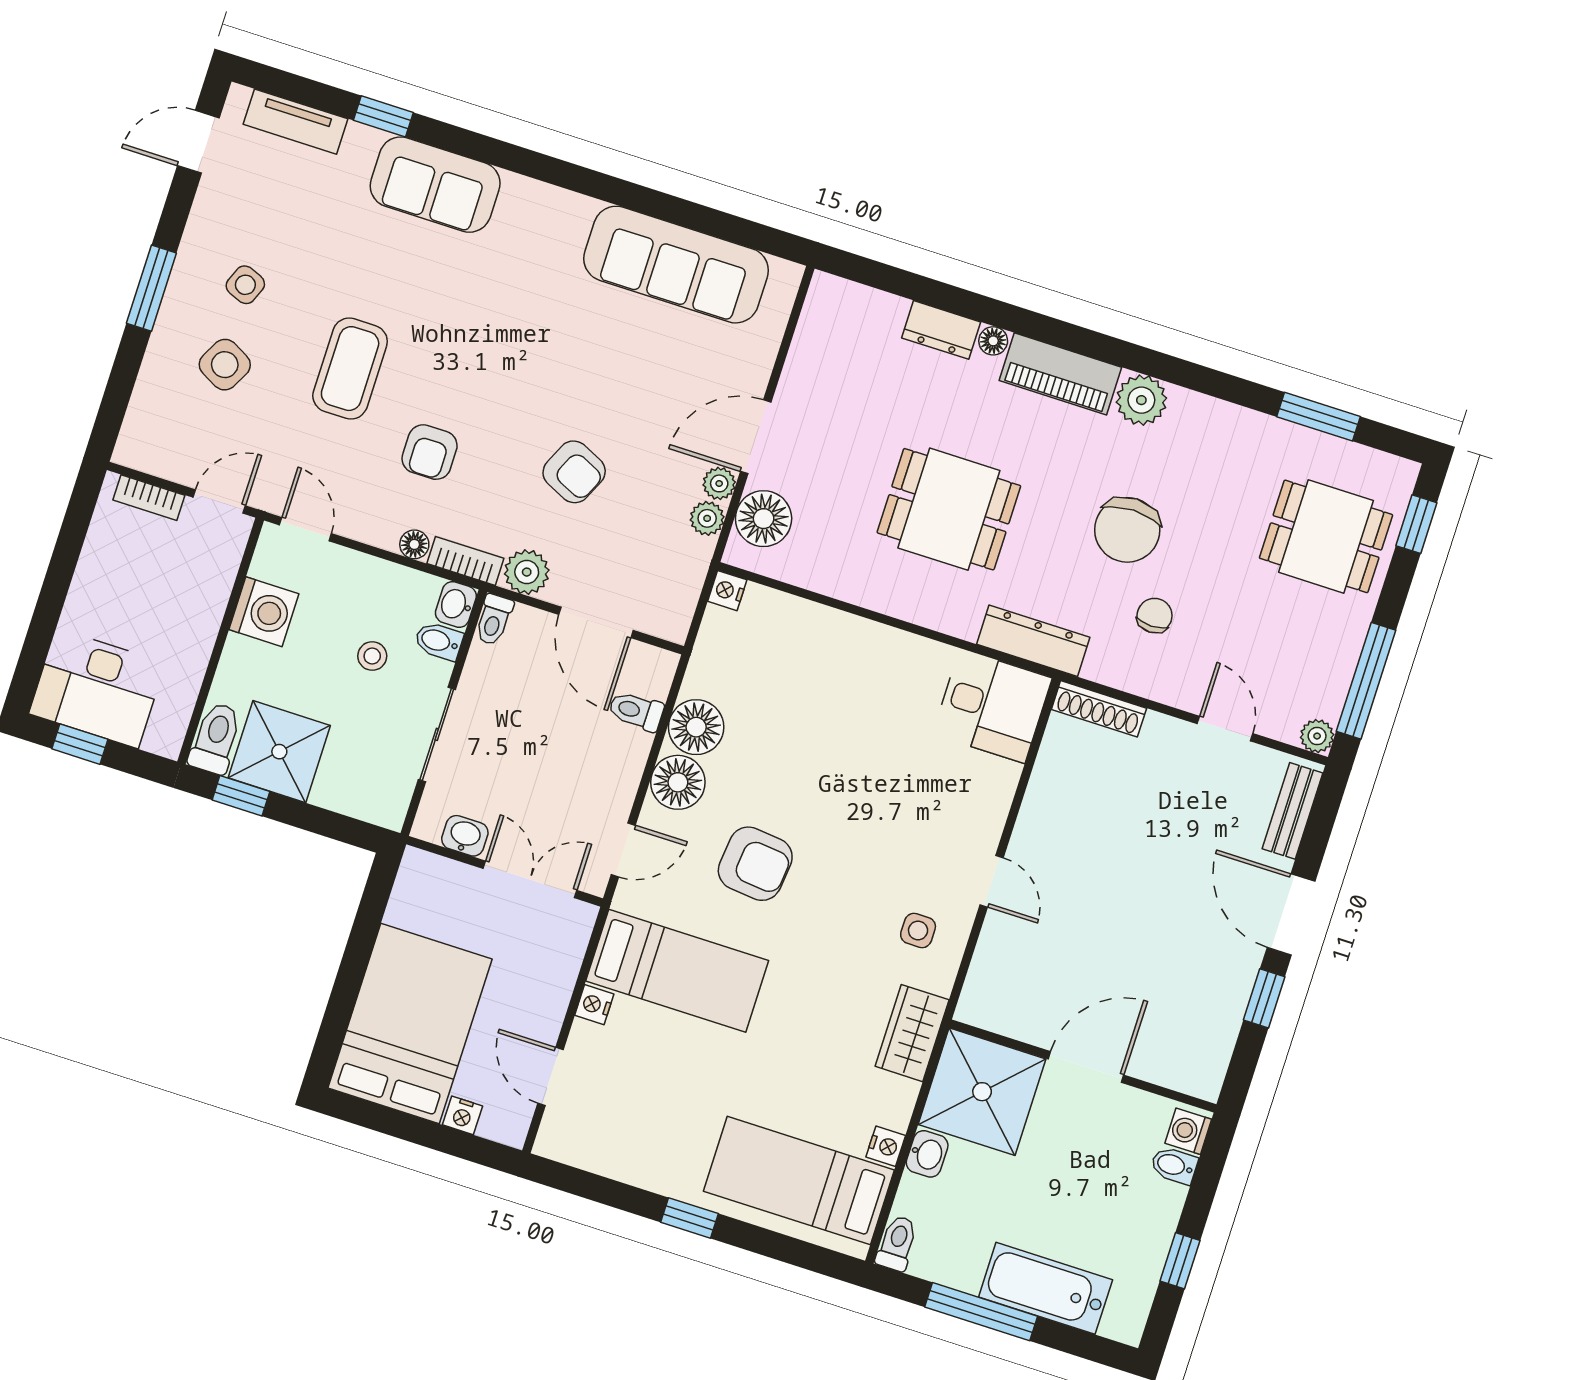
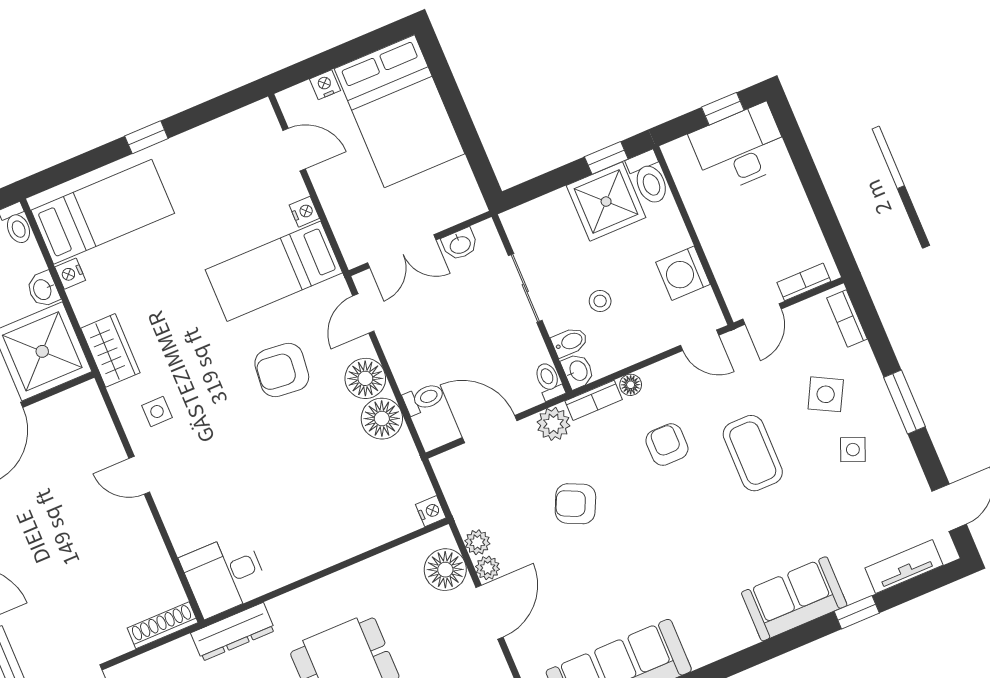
bookcase: (137, 423) -> (847, 318), added

